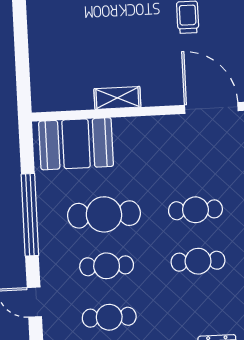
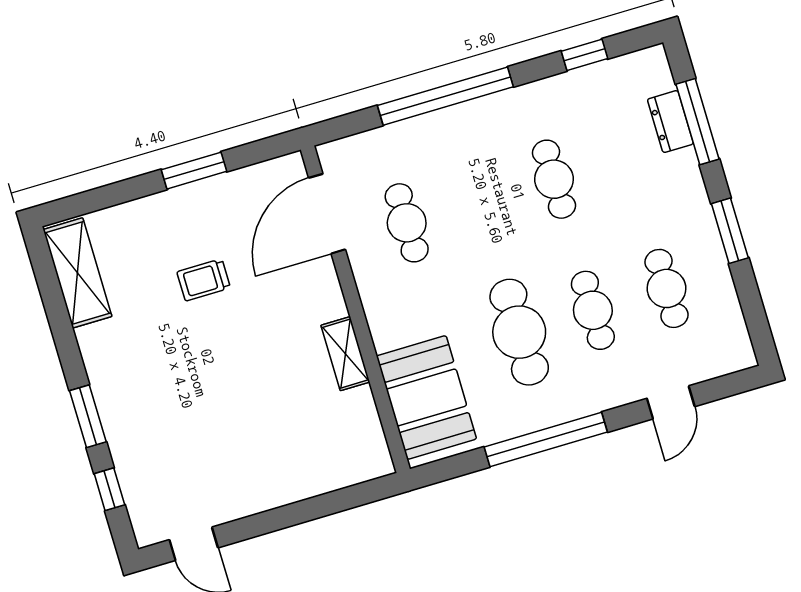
cafe table: (195, 210) -> (407, 223), moved

